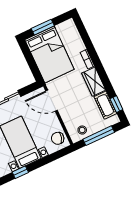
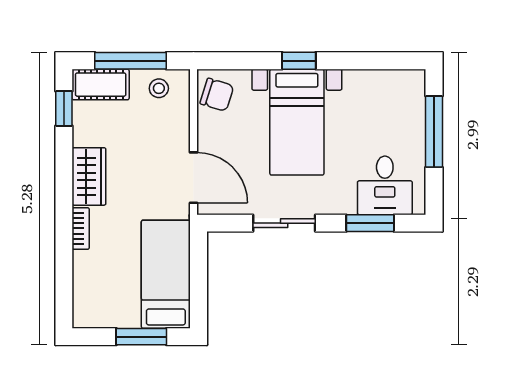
bed: (49, 55) -> (166, 274), width x0.67
cot: (105, 105) -> (101, 85), moved, turned 90
window: (20, 172) -> (299, 61), moved

